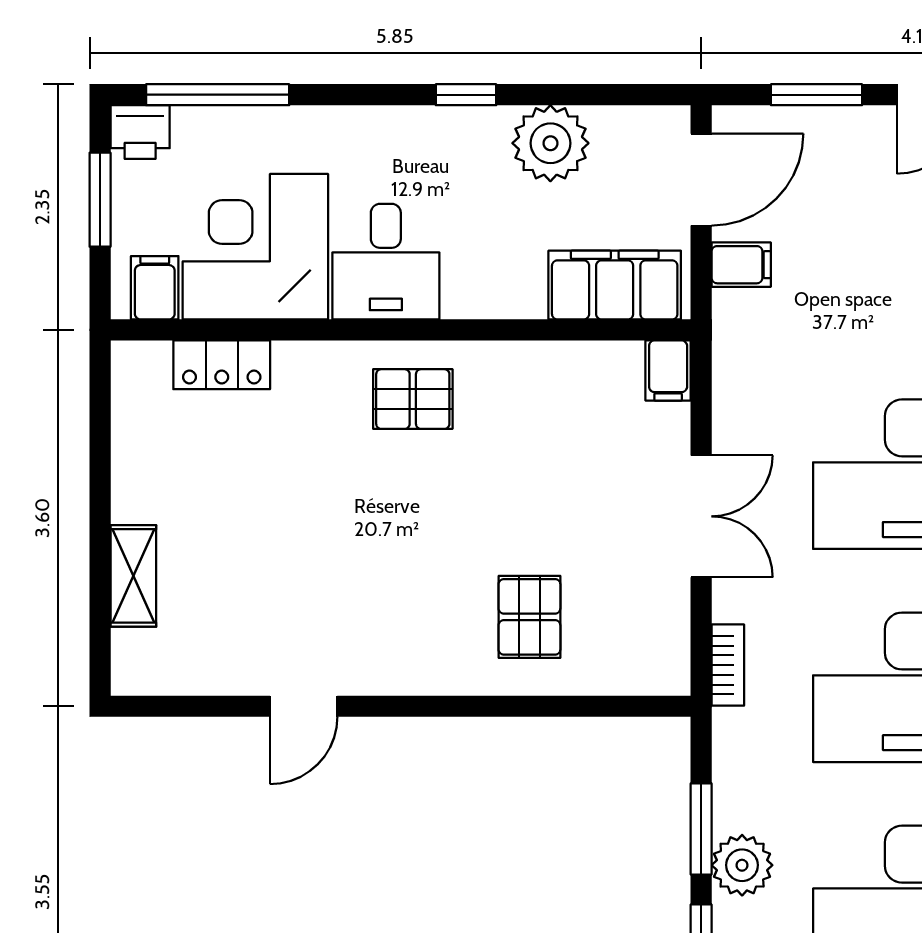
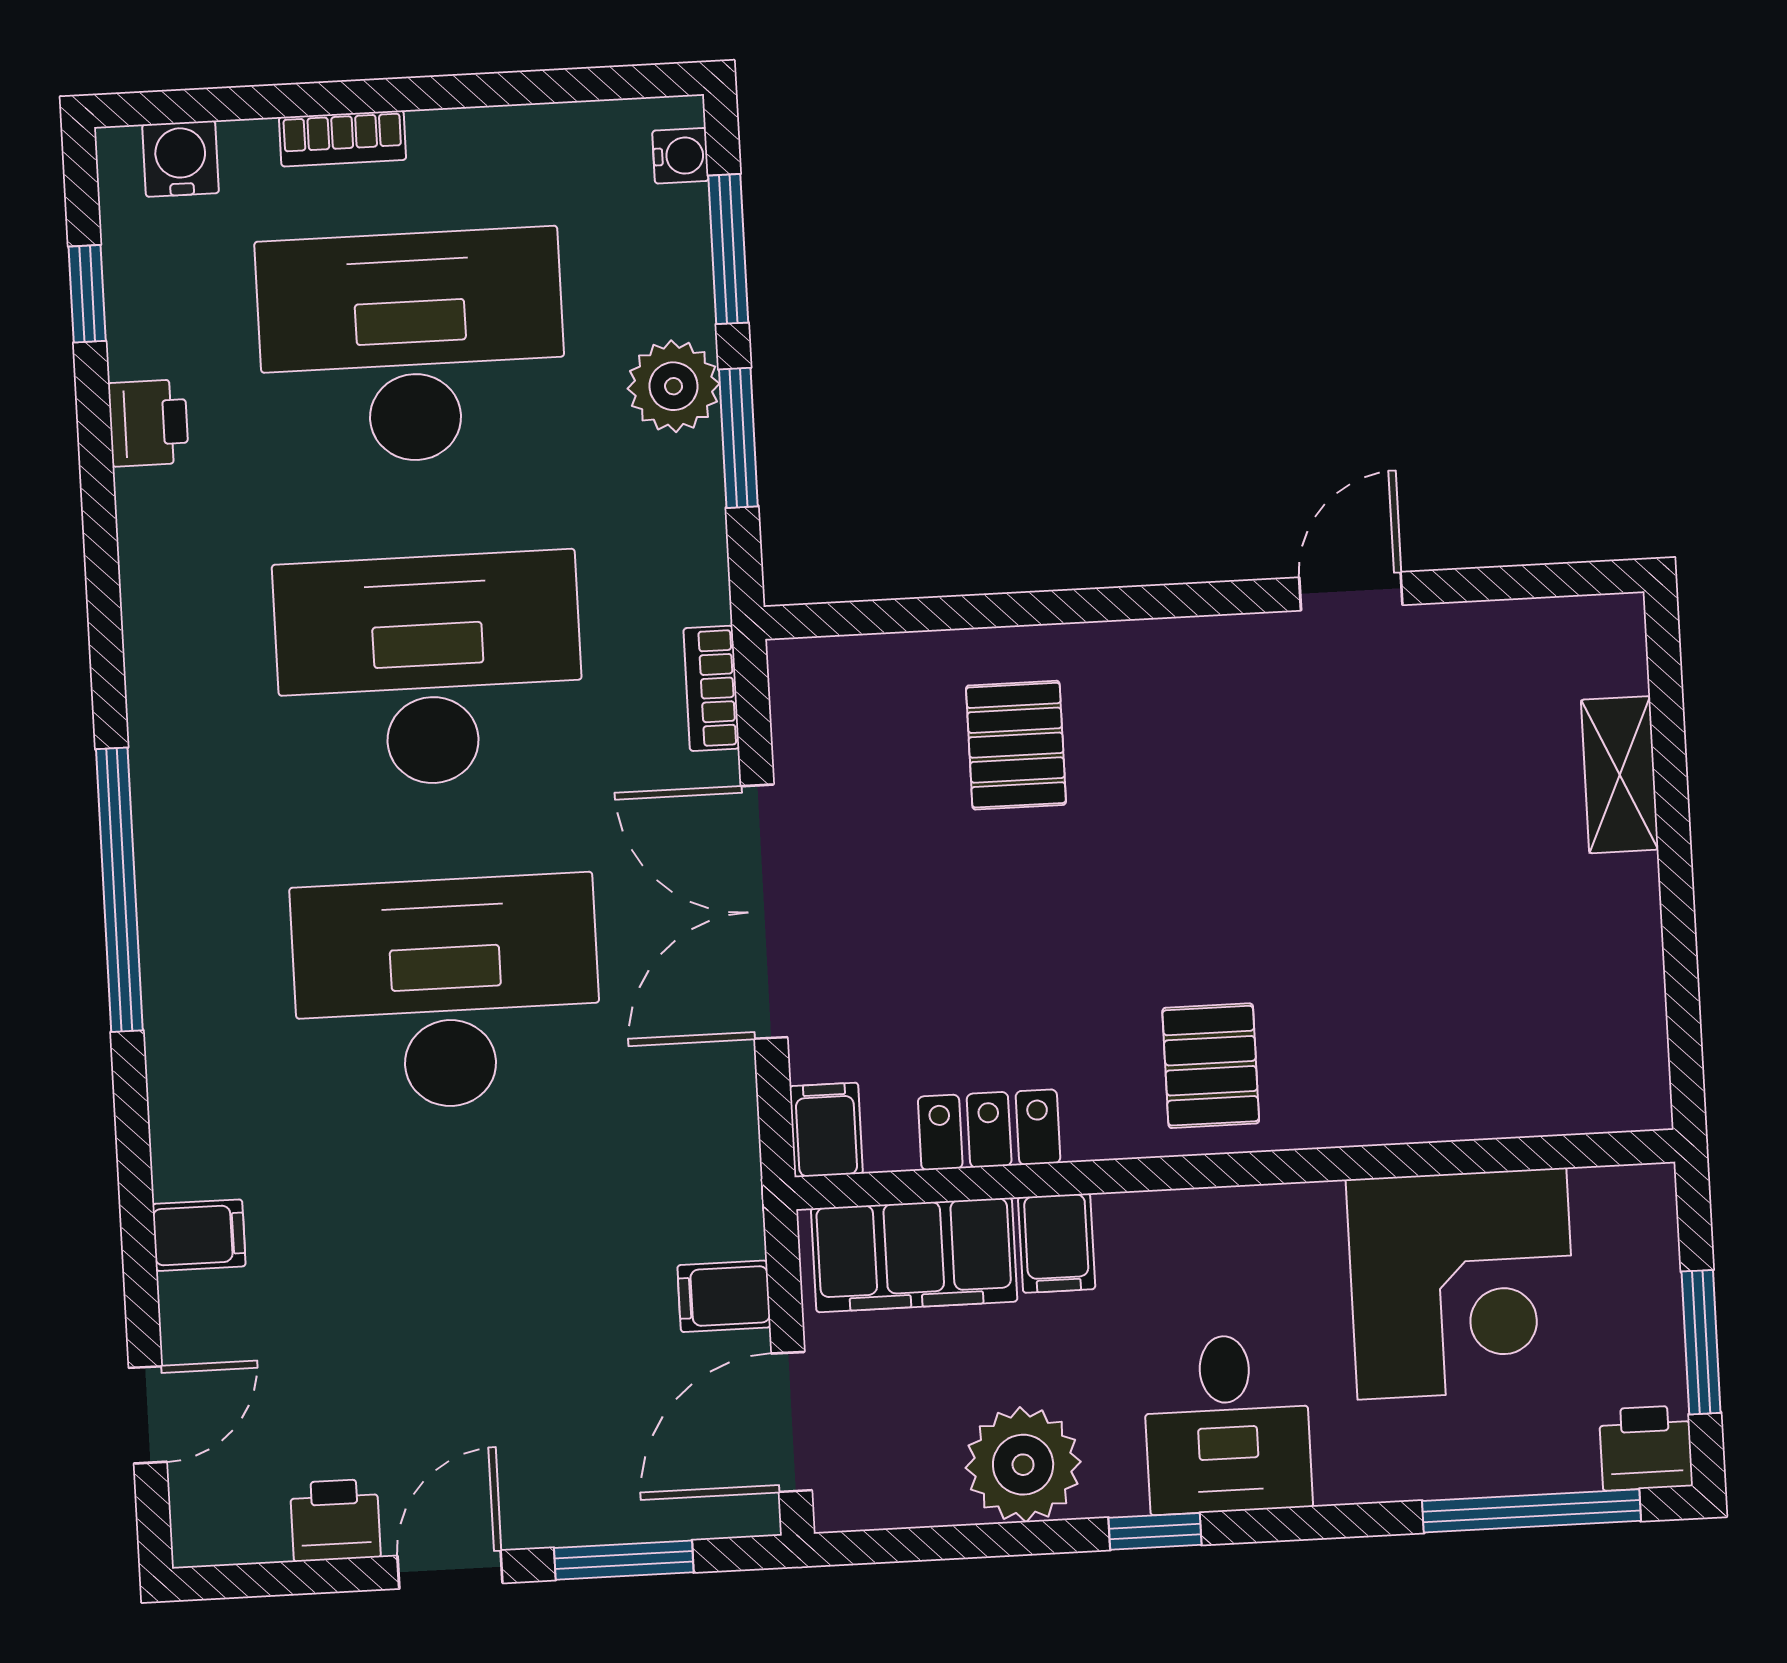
desk: (386, 262) -> (1227, 1424), moved, turned 180
filing cabinet: (155, 288) -> (1057, 1243), moved
locker: (222, 365) -> (989, 1130), moved
pallet: (413, 399) -> (1211, 1066), turned 90
double door: (701, 516) -> (764, 912), width x1.37

